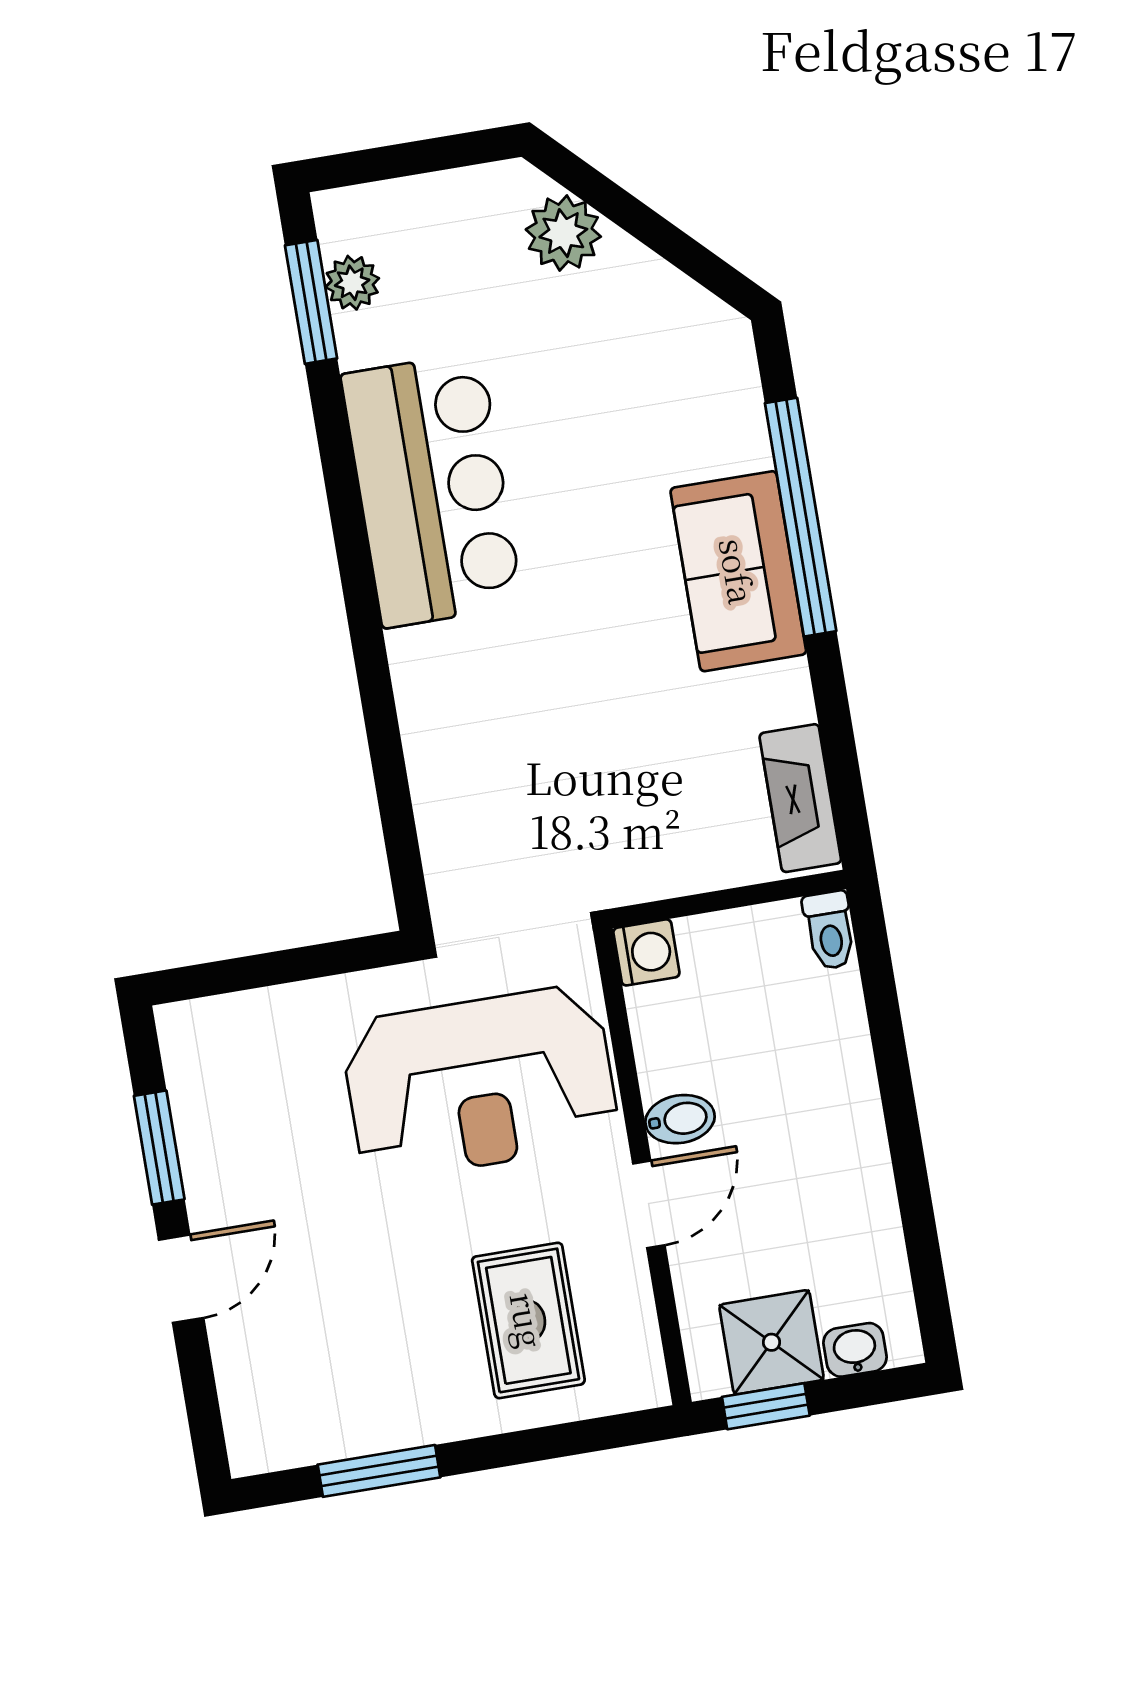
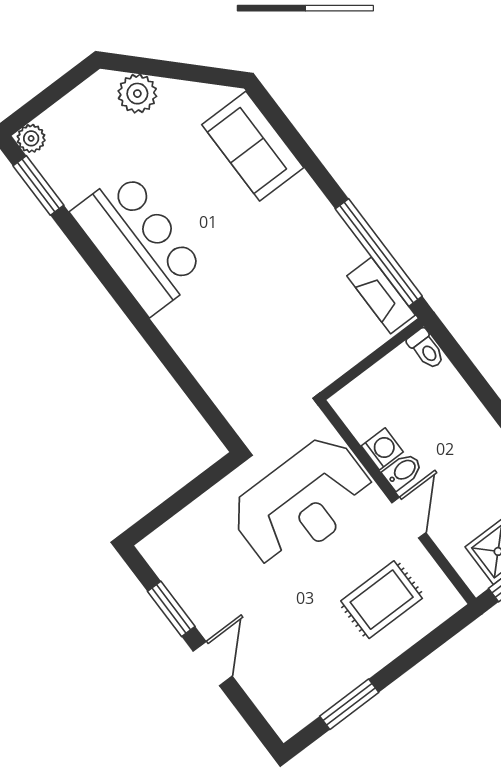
plant: (352, 283) -> (31, 138), moved
window: (801, 517) -> (379, 253), moved
sofa: (738, 571) -> (253, 146), moved
washing machine: (646, 952) -> (382, 449), moved
rug: (528, 1320) -> (382, 600), turned 90

